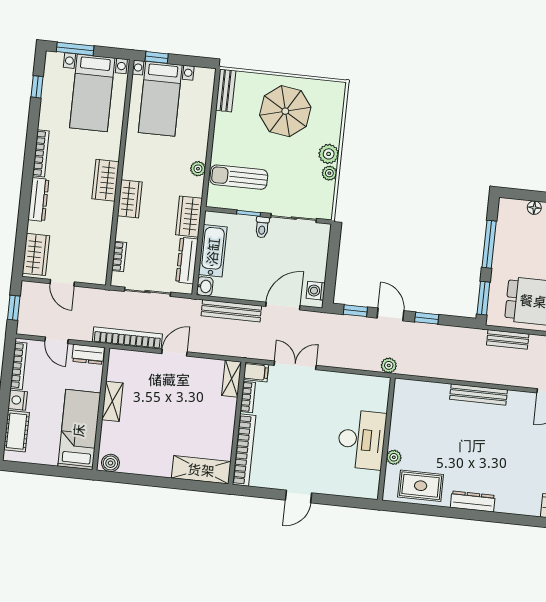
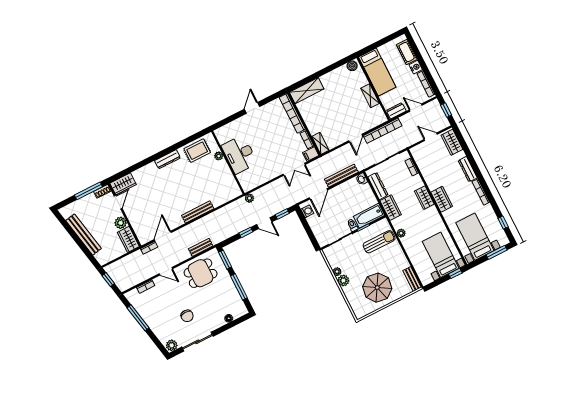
bathtub: (213, 251) -> (369, 216), moved, turned 90

